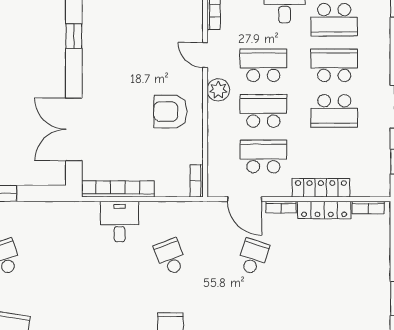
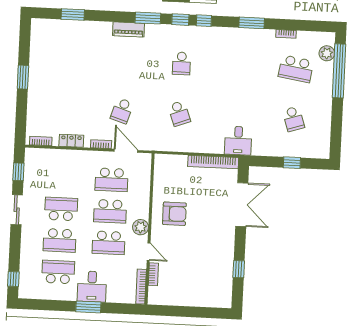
bookcase: (197, 181) -> (153, 274), moved
locker: (321, 188) -> (73, 156), removed
locker: (324, 210) -> (71, 141), width x0.66
desk: (120, 222) -> (238, 141), moved

